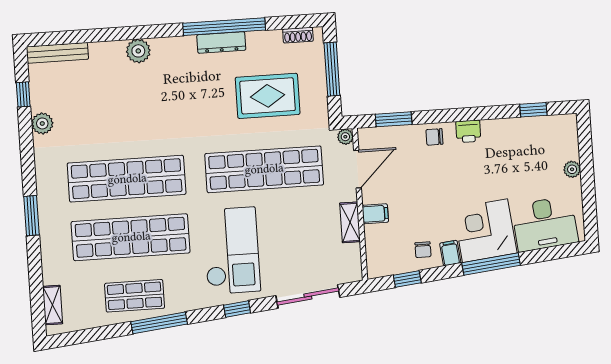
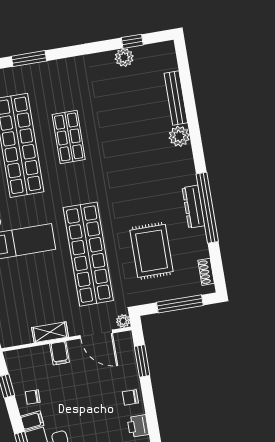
bench: (57, 53) -> (176, 98), moved
plant: (42, 123) -> (124, 58), moved
chair: (434, 137) -> (130, 397), turned -90
shop shelf: (127, 179) -> (69, 137), width x0.50, depth x0.74

